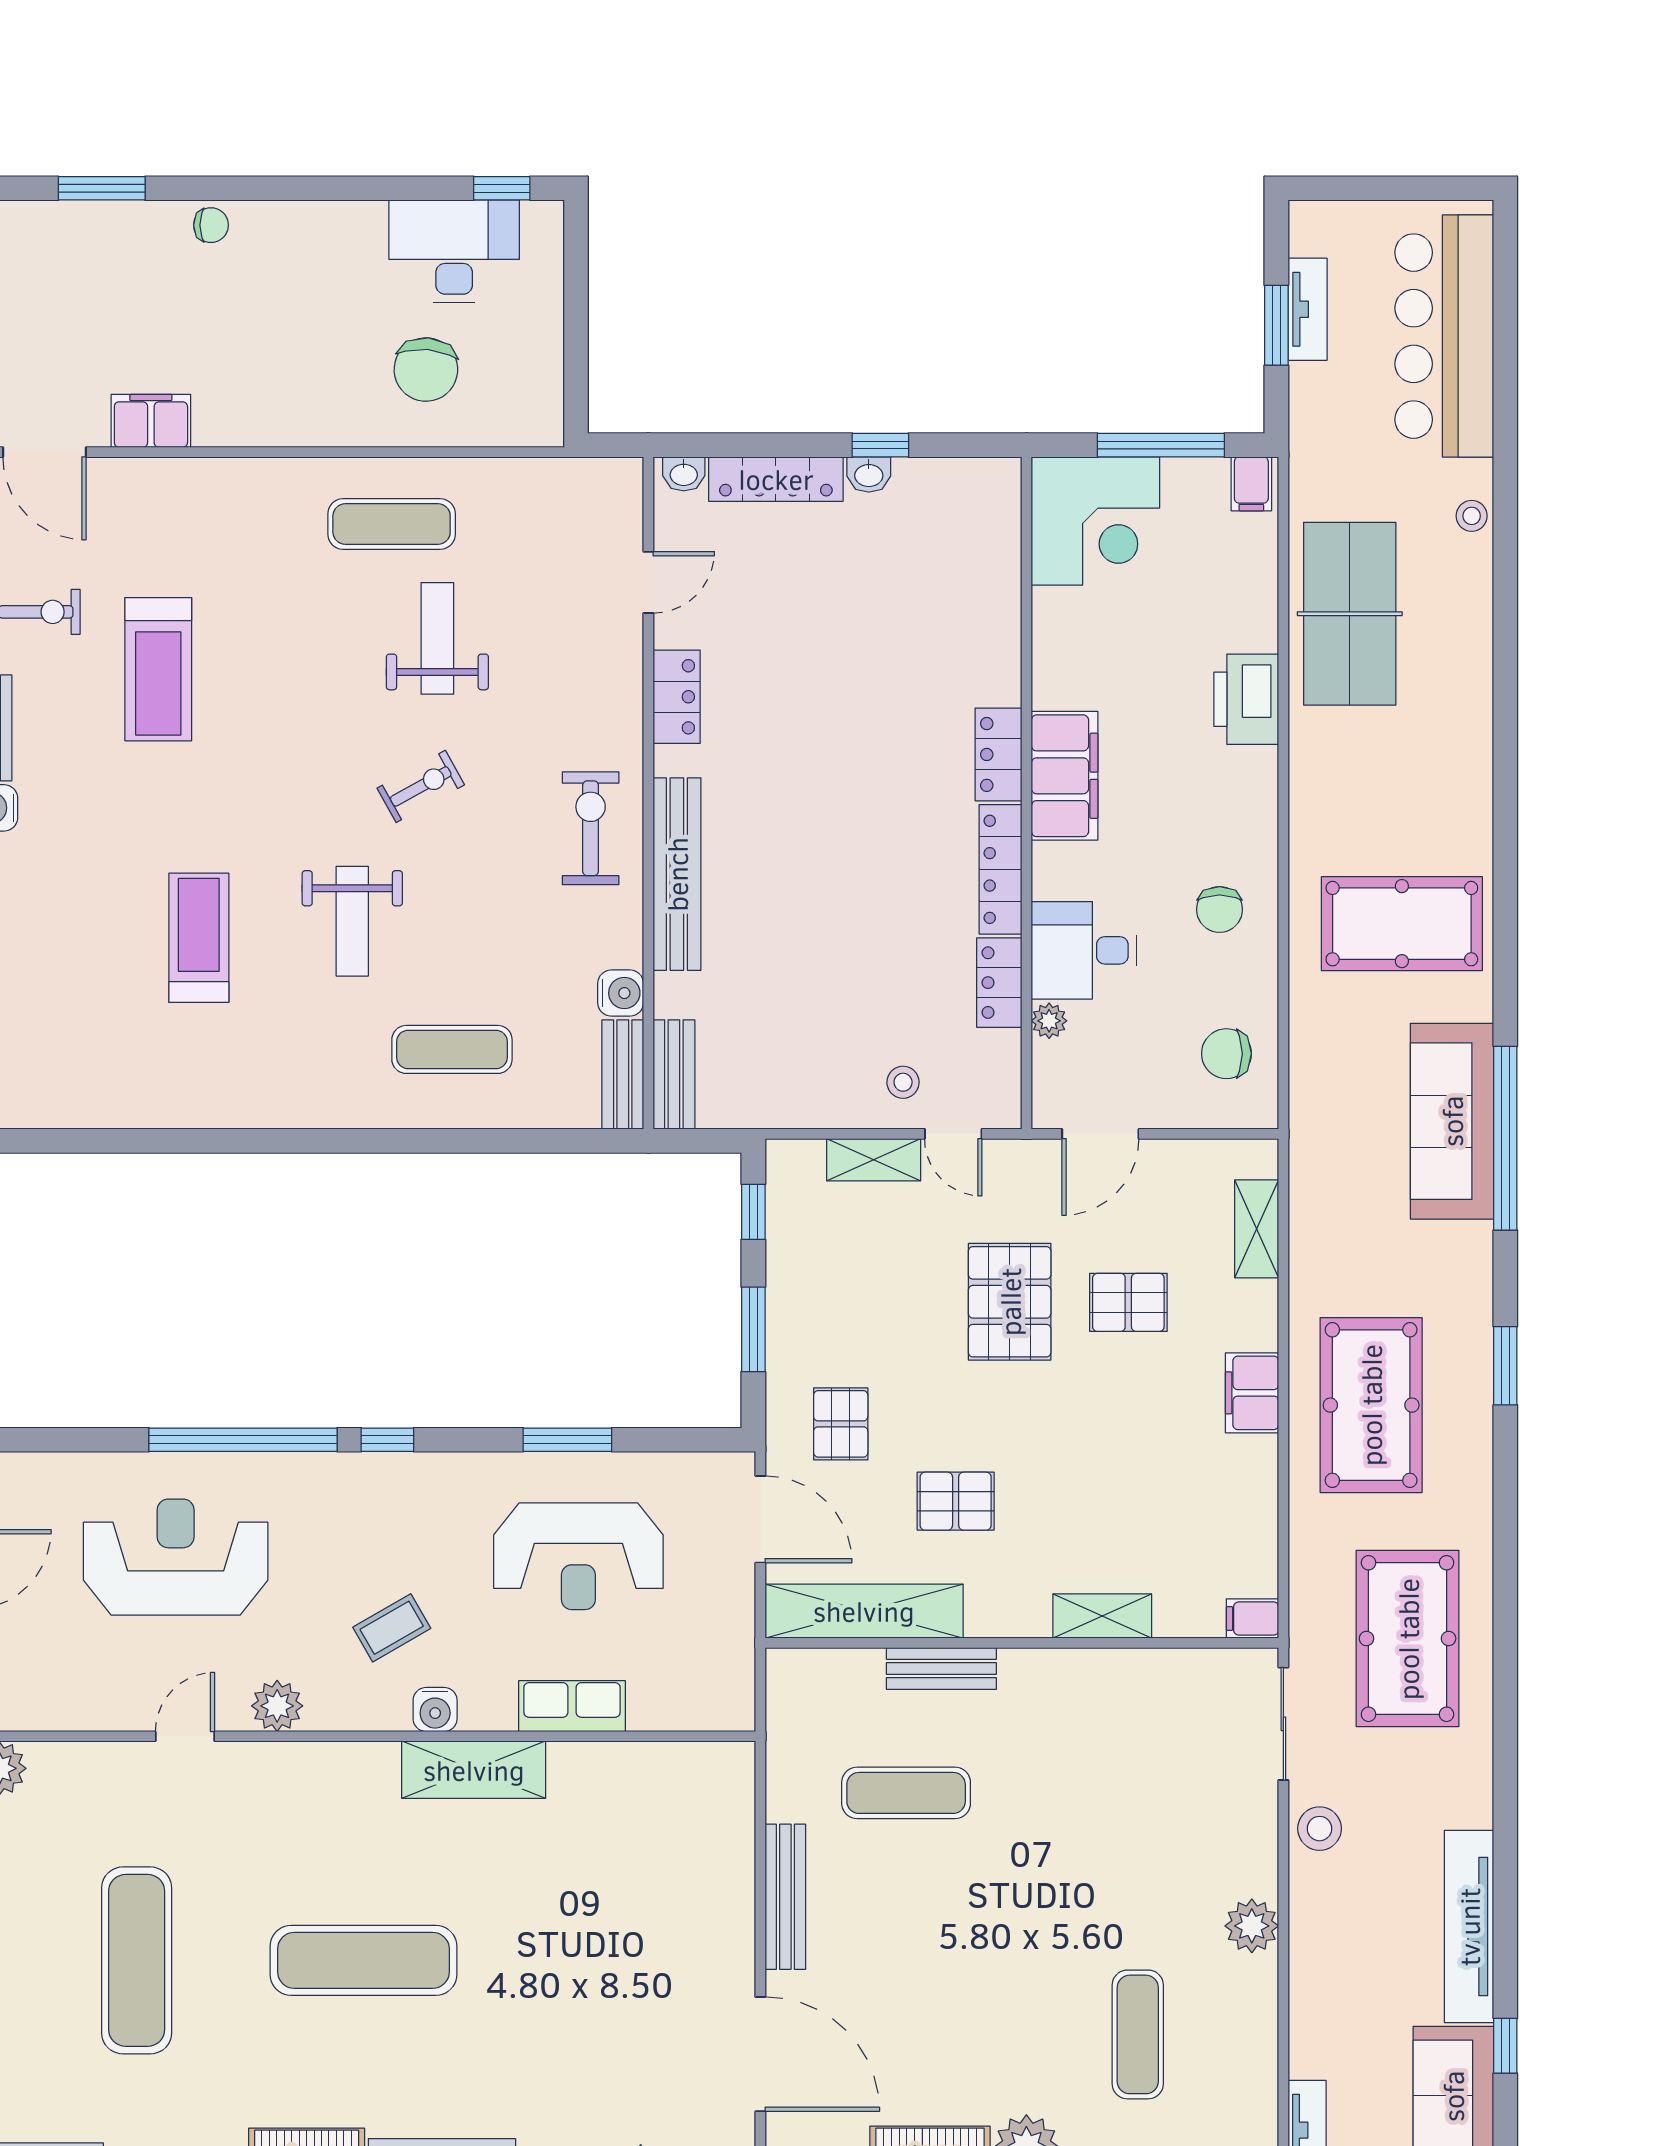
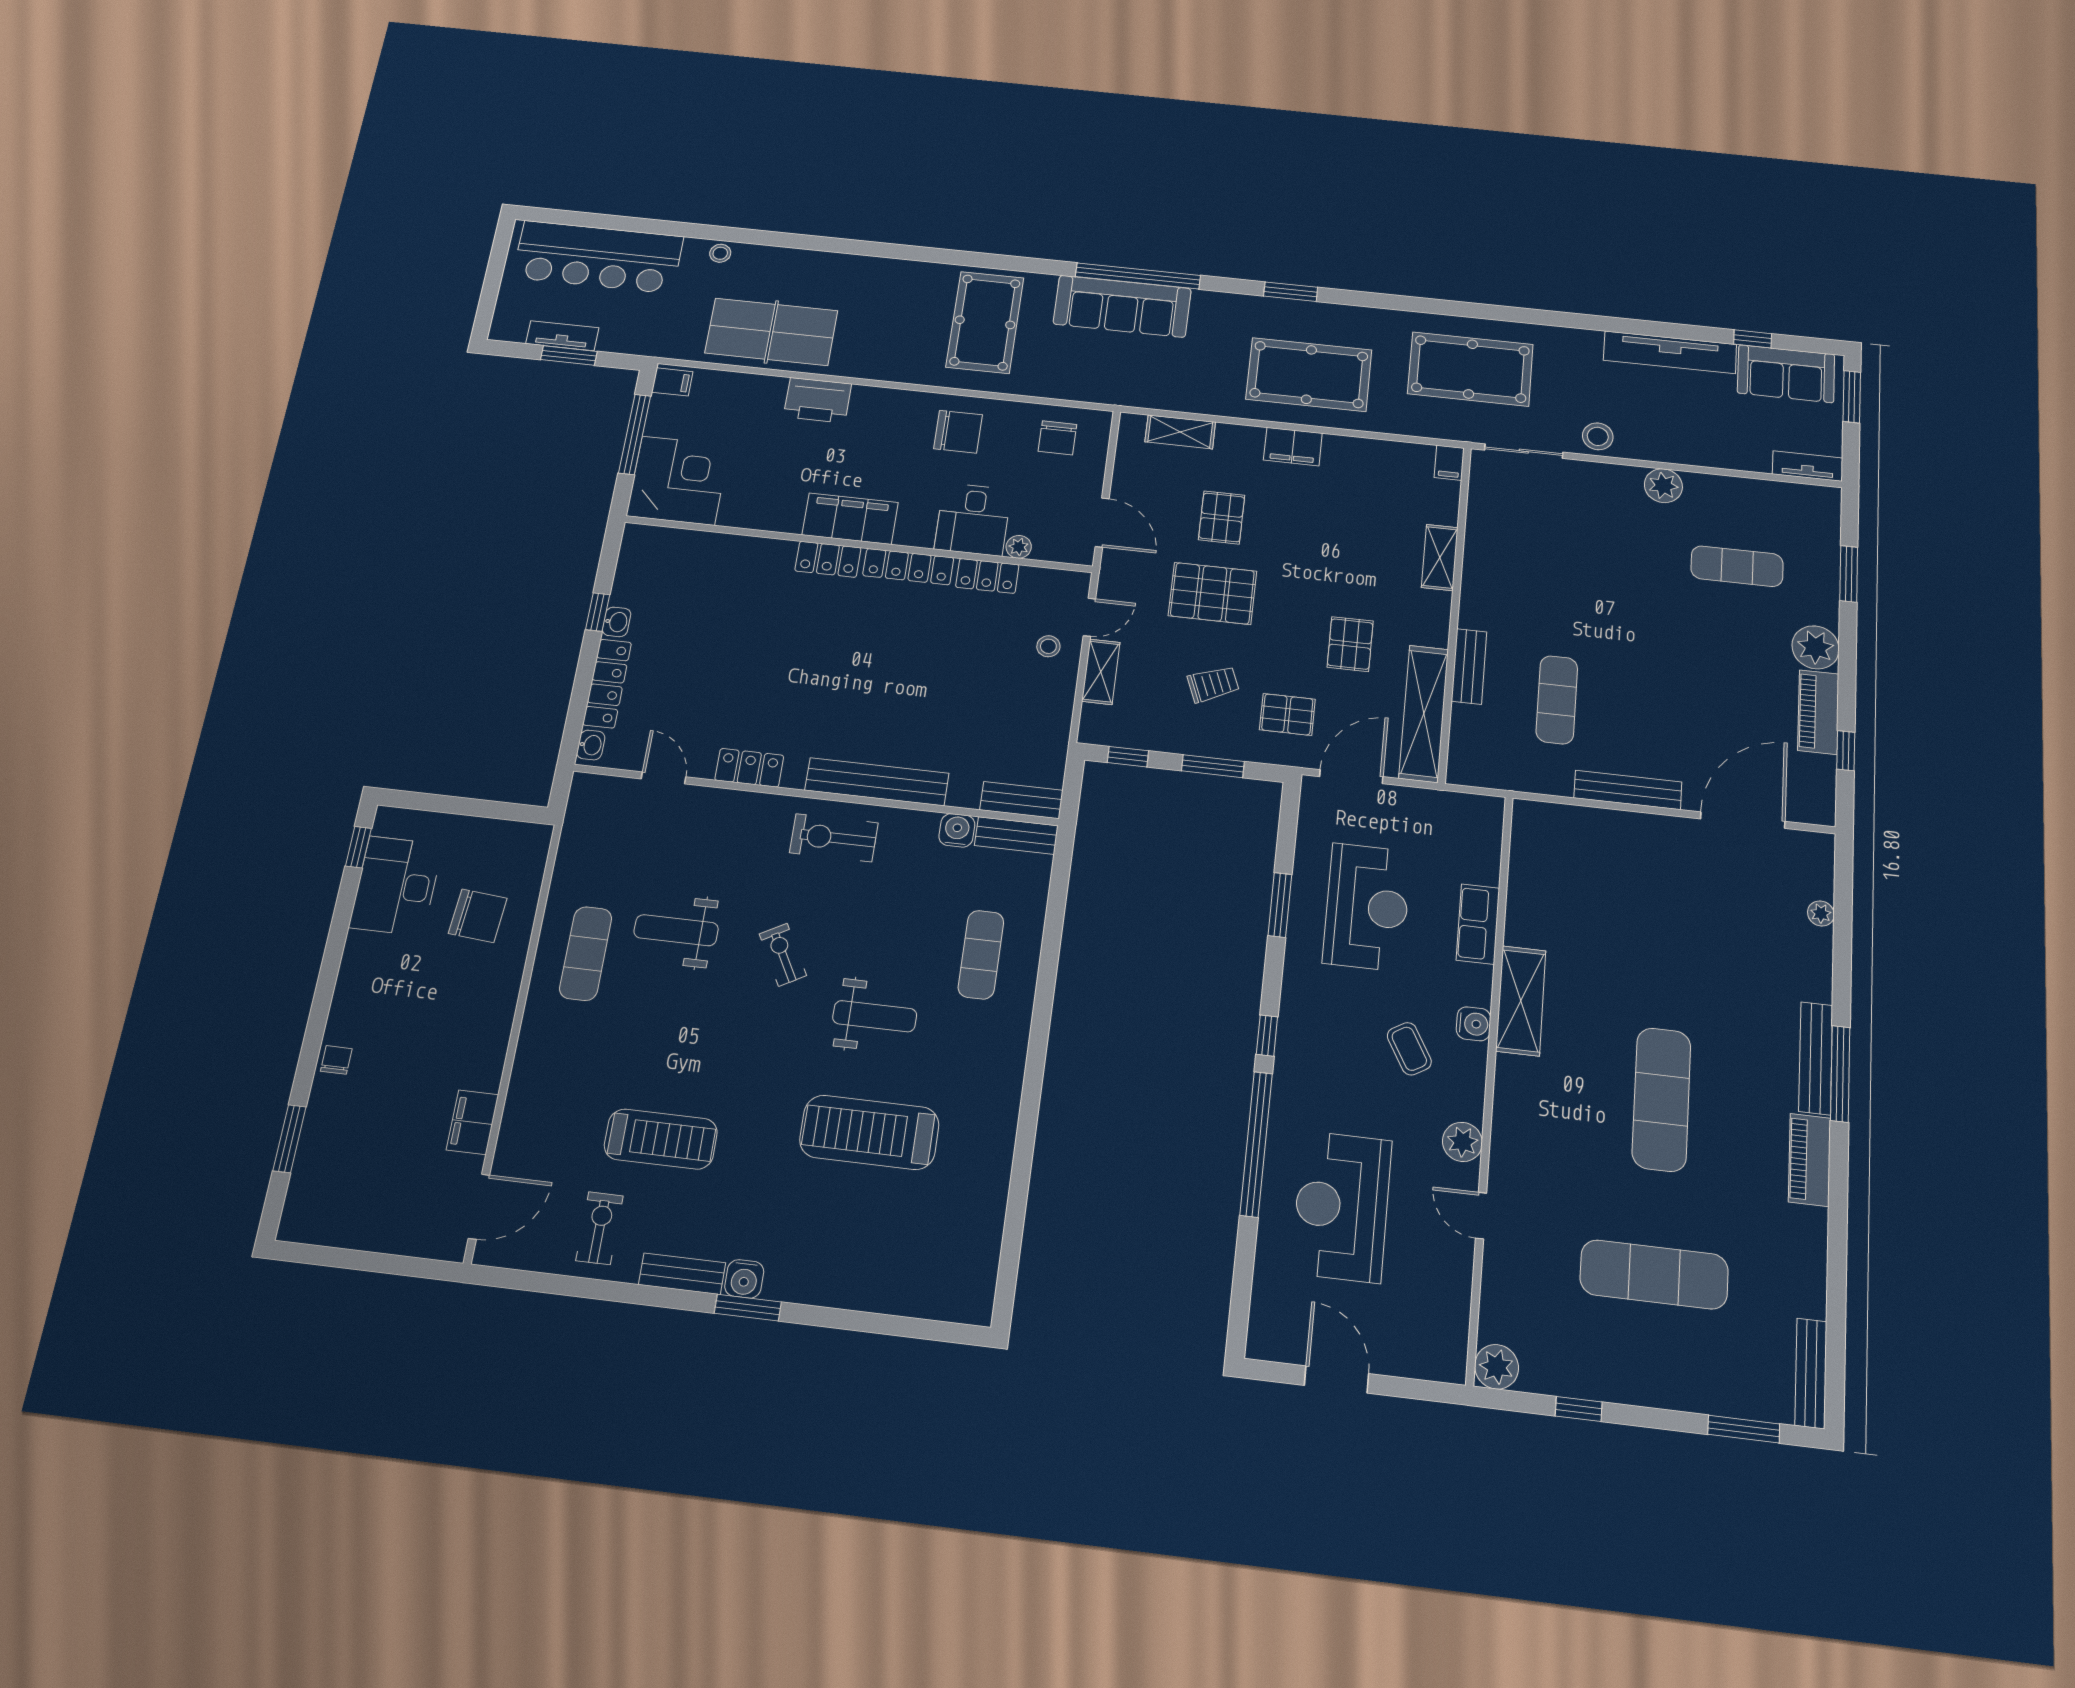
chair: (1220, 910) -> (958, 432), width x1.37, depth x1.37
treadmill: (199, 938) -> (869, 1132), width x1.37, depth x1.38
trolley: (873, 1317) -> (1213, 684), added

